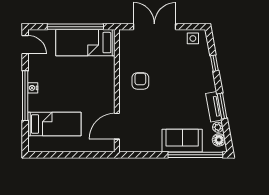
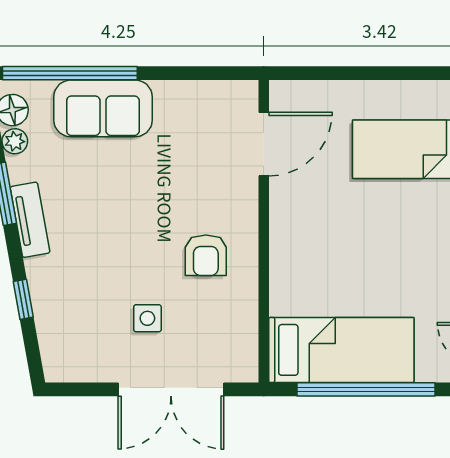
side table: (193, 38) -> (147, 318), moved
tv unit: (214, 107) -> (30, 220), moved

